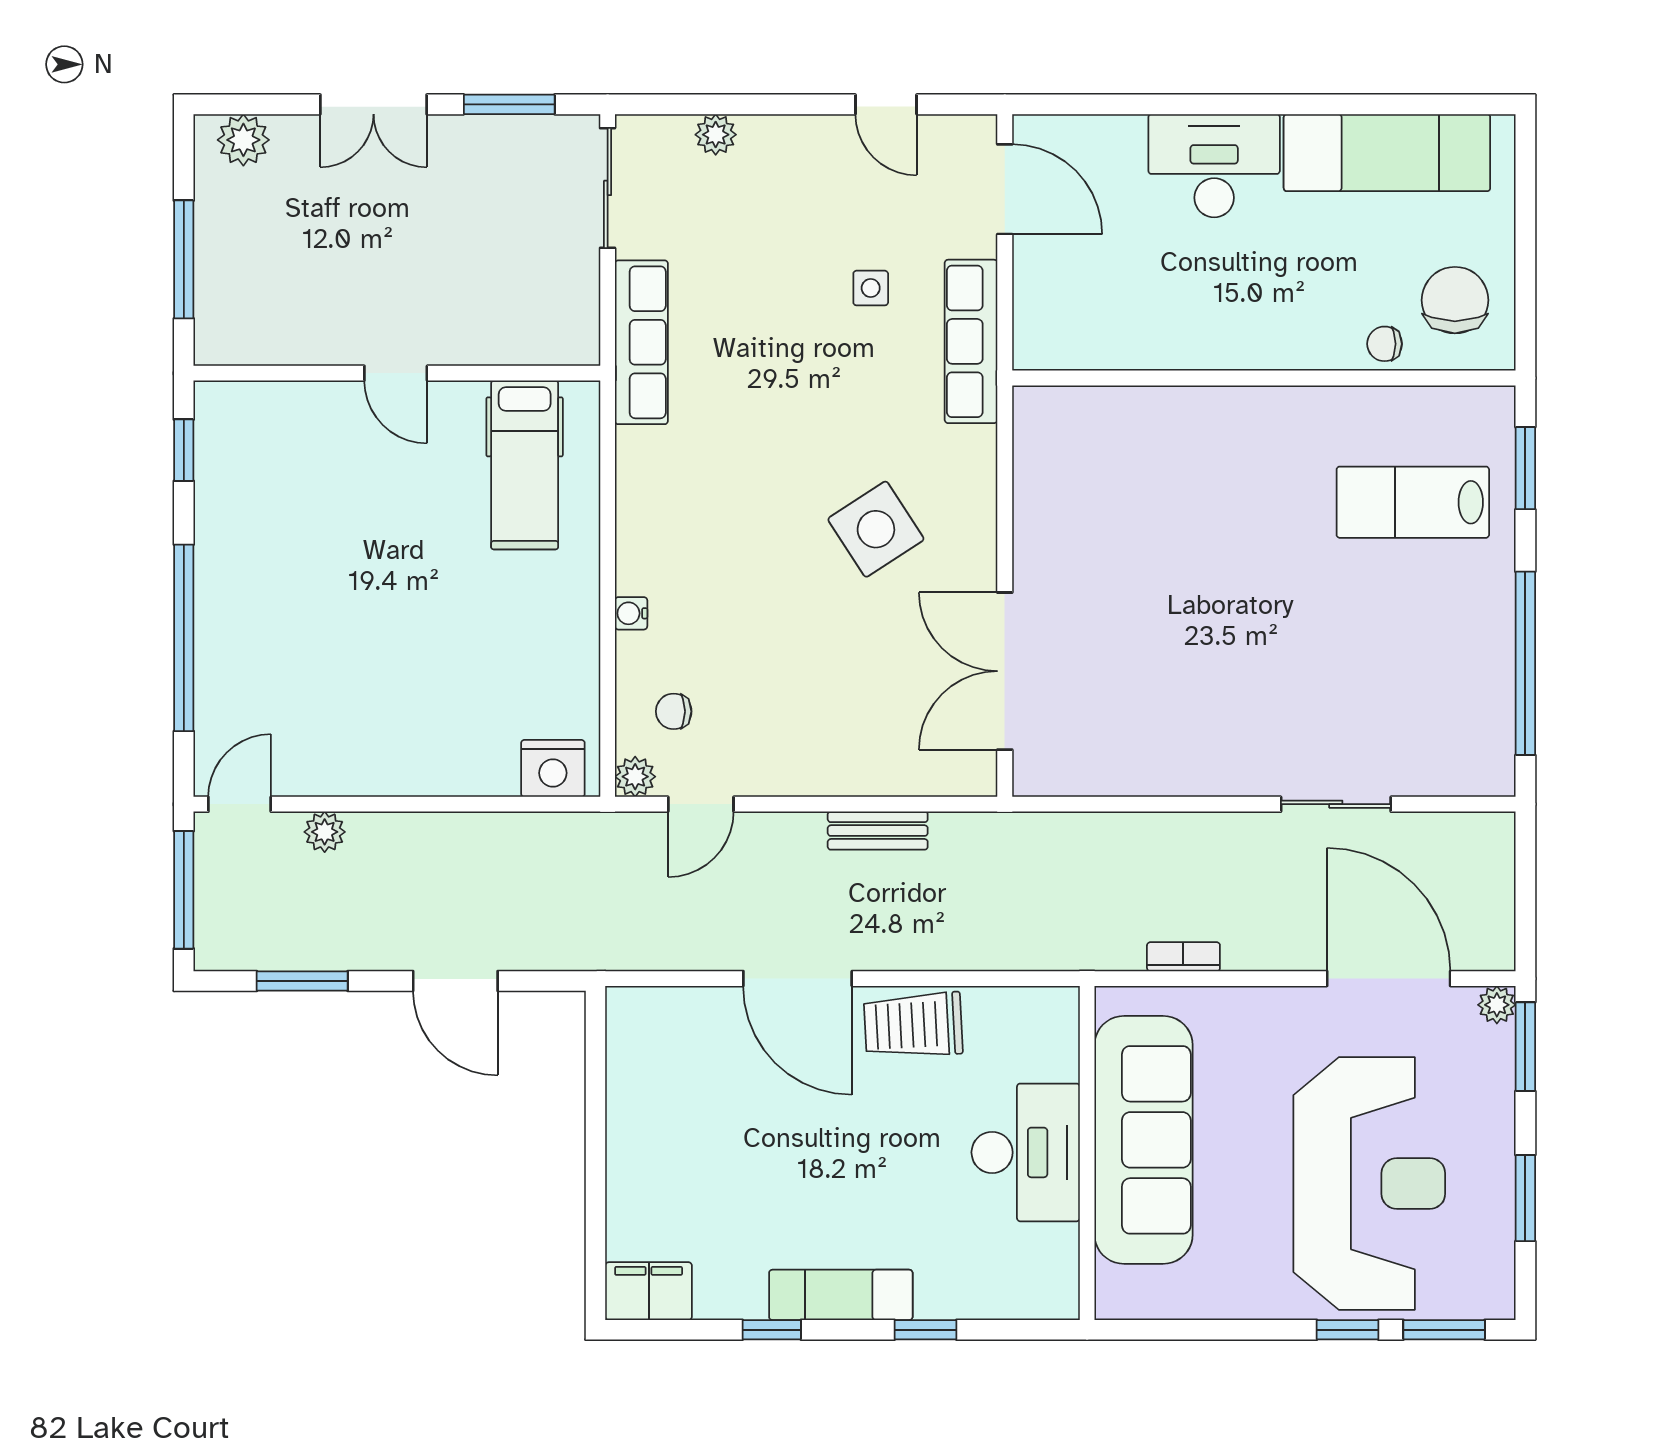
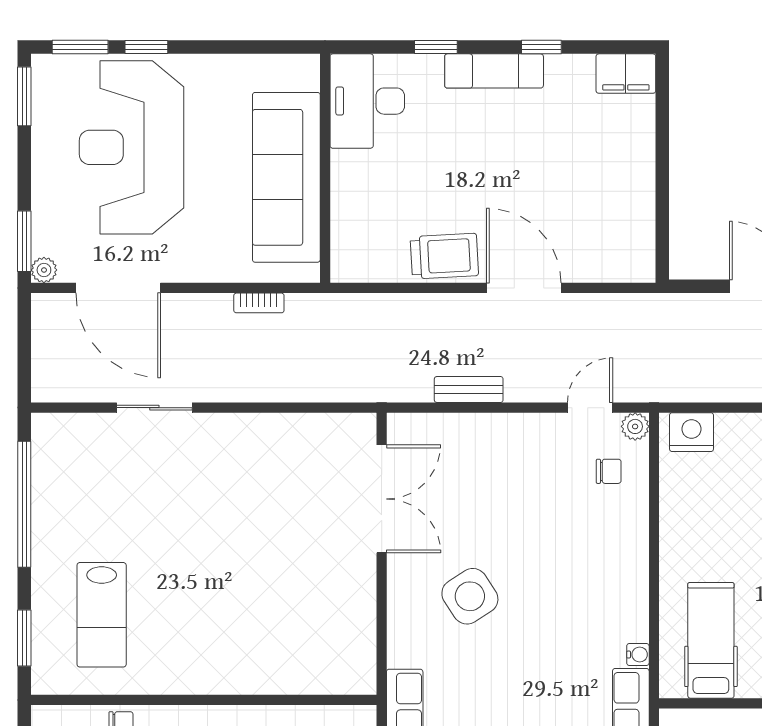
lab bench: (1413, 502) -> (102, 615), turned 90
water cooler: (631, 613) -> (638, 655), moved
desk: (1026, 1152) -> (367, 101), moved
window: (1525, 1198) -> (24, 96), moved

